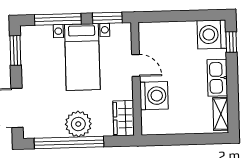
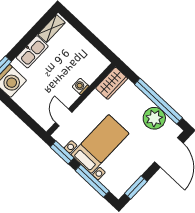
door: (136, 65) -> (64, 117), moved
washing machine: (154, 96) -> (81, 86), width x0.53, depth x0.53
plant: (78, 124) -> (154, 118), moved

